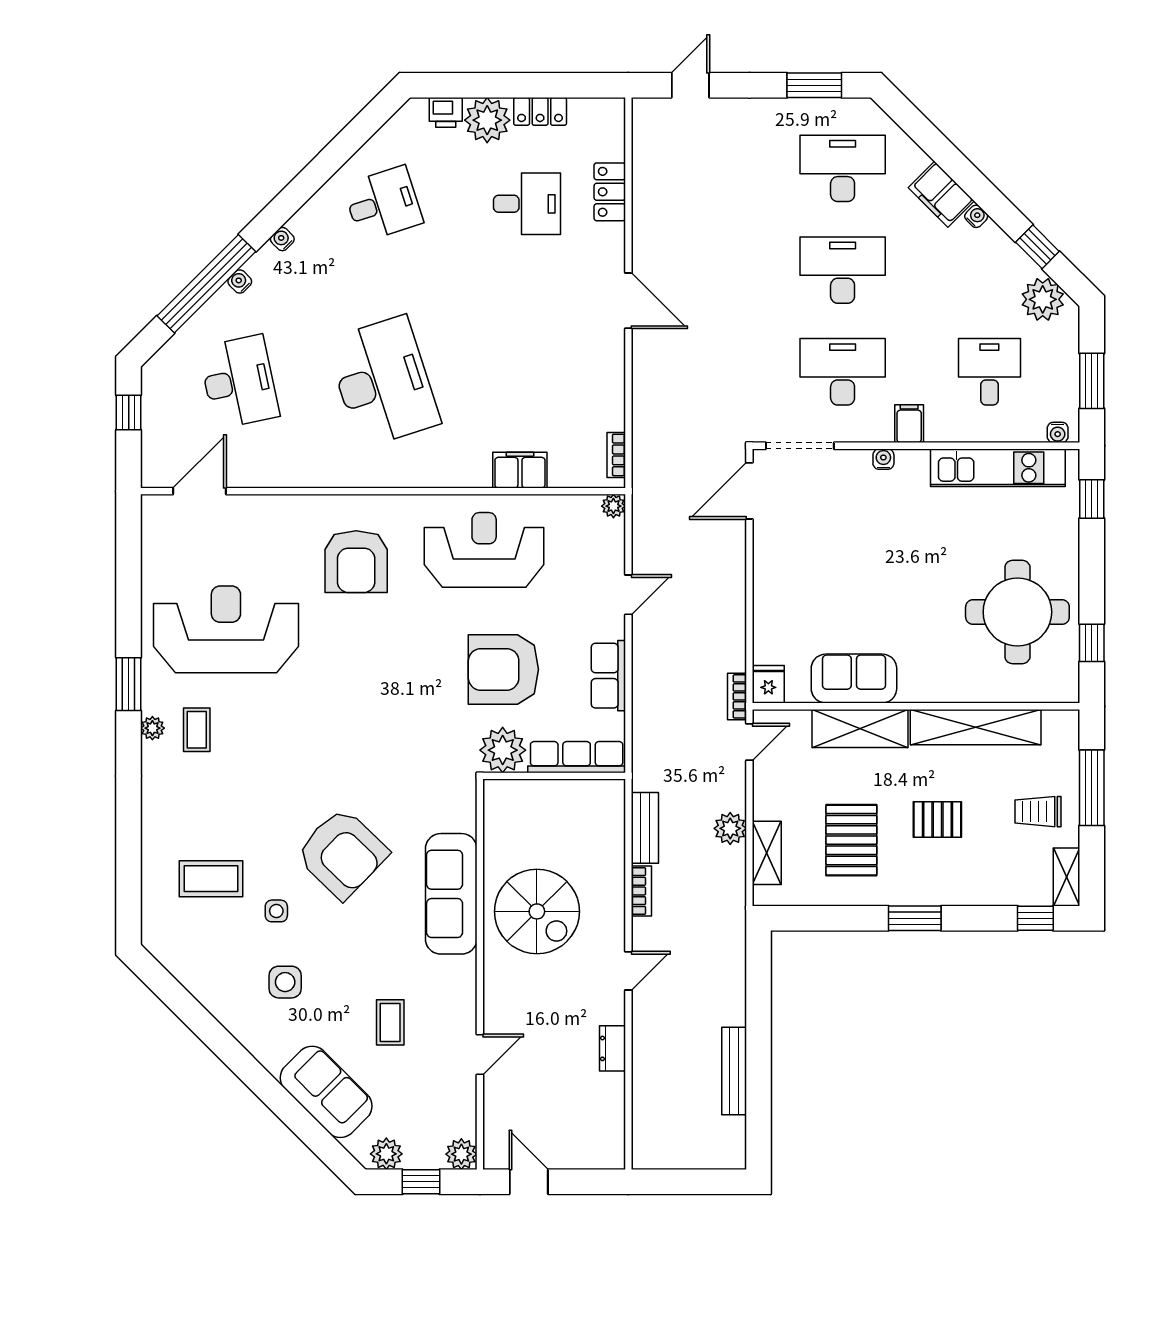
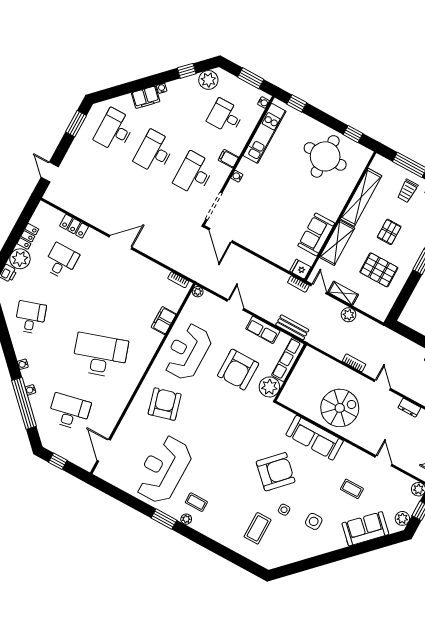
armchair: (356, 562) -> (165, 404), turned -105
bench: (645, 828) -> (292, 327), moved
shelving: (767, 853) -> (343, 293), moved

